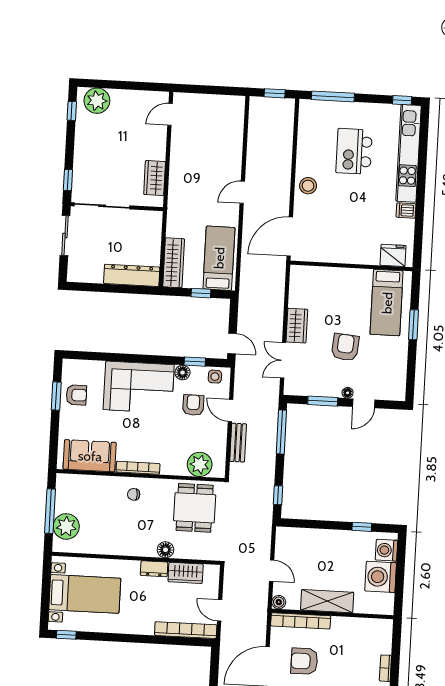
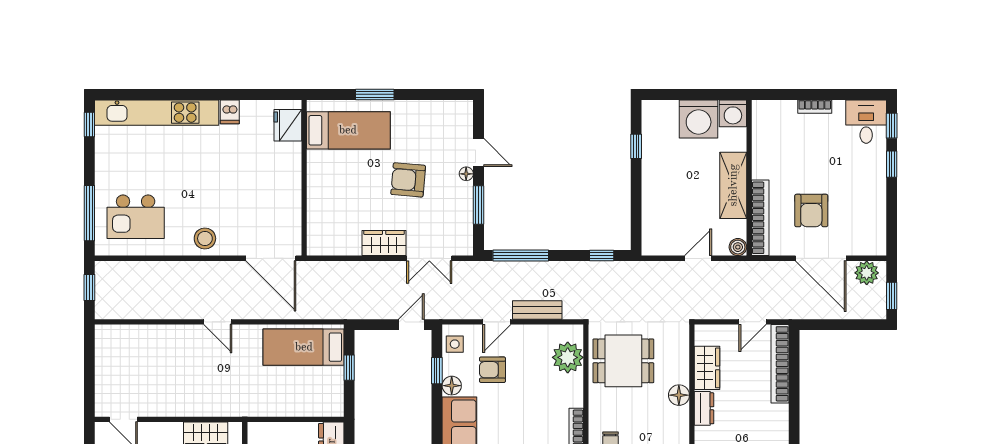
kitchen island: (354, 151) -> (136, 217), moved
wardrobe: (174, 263) -> (312, 405), removed
washing machine: (387, 550) -> (733, 113), moved

